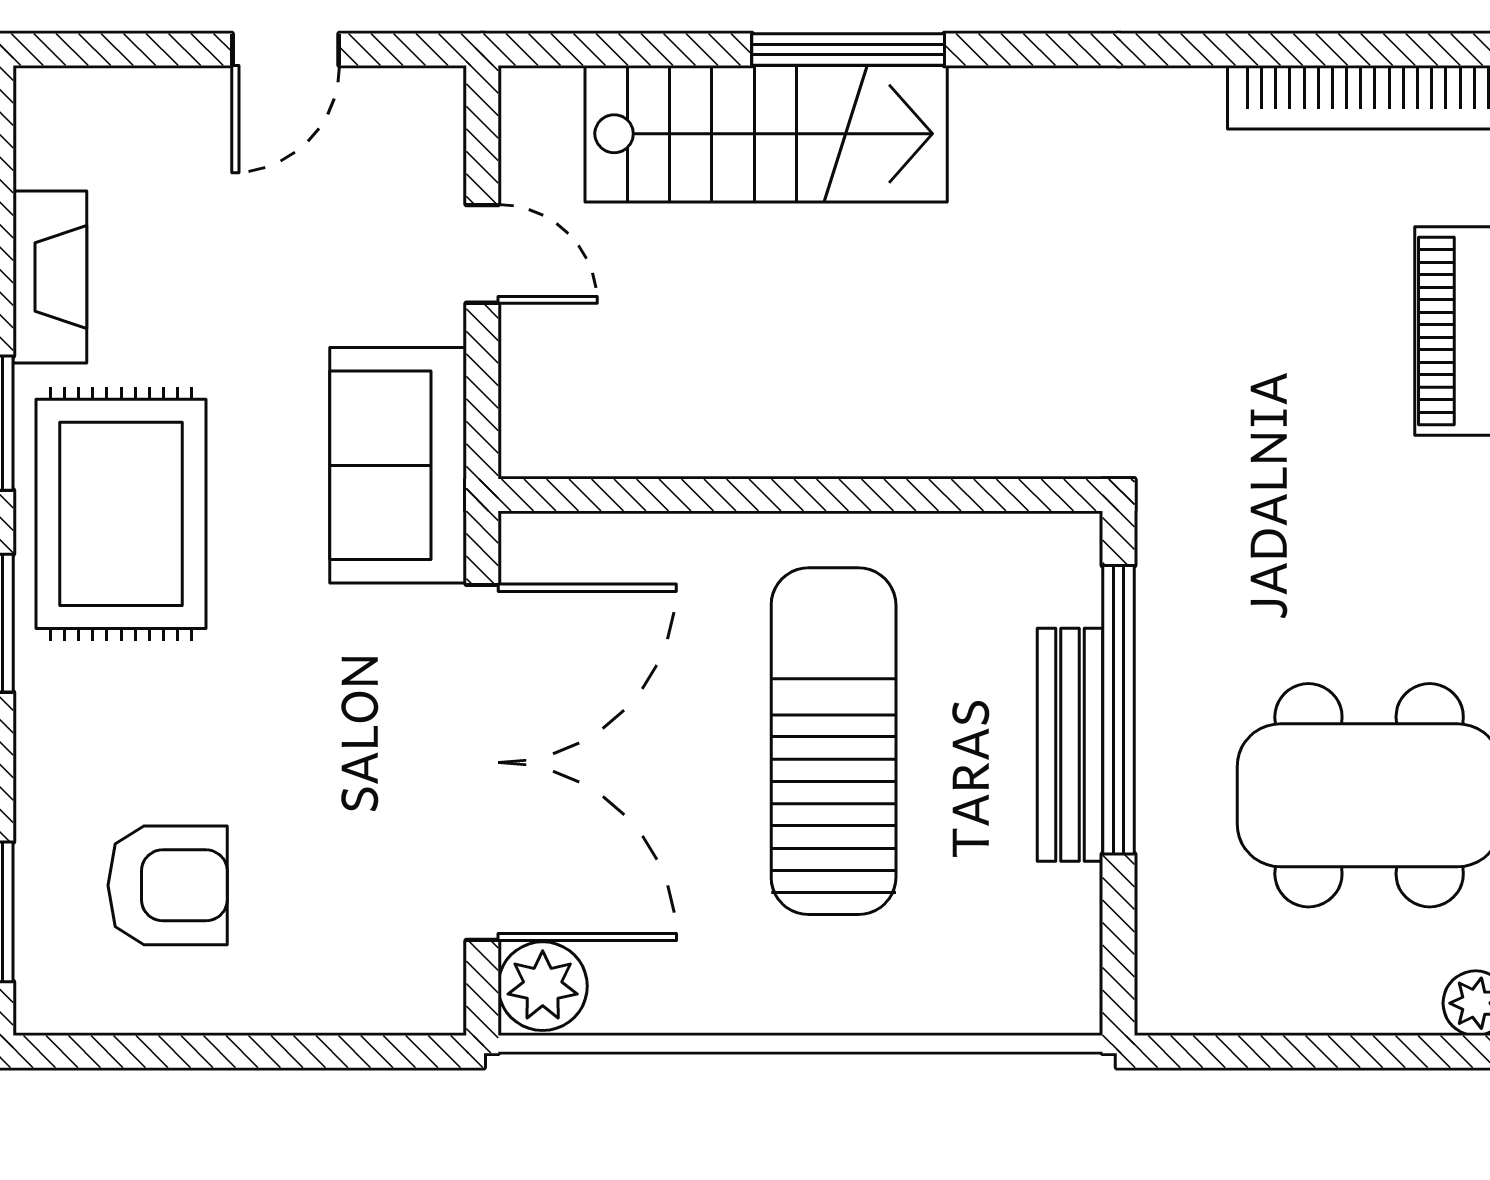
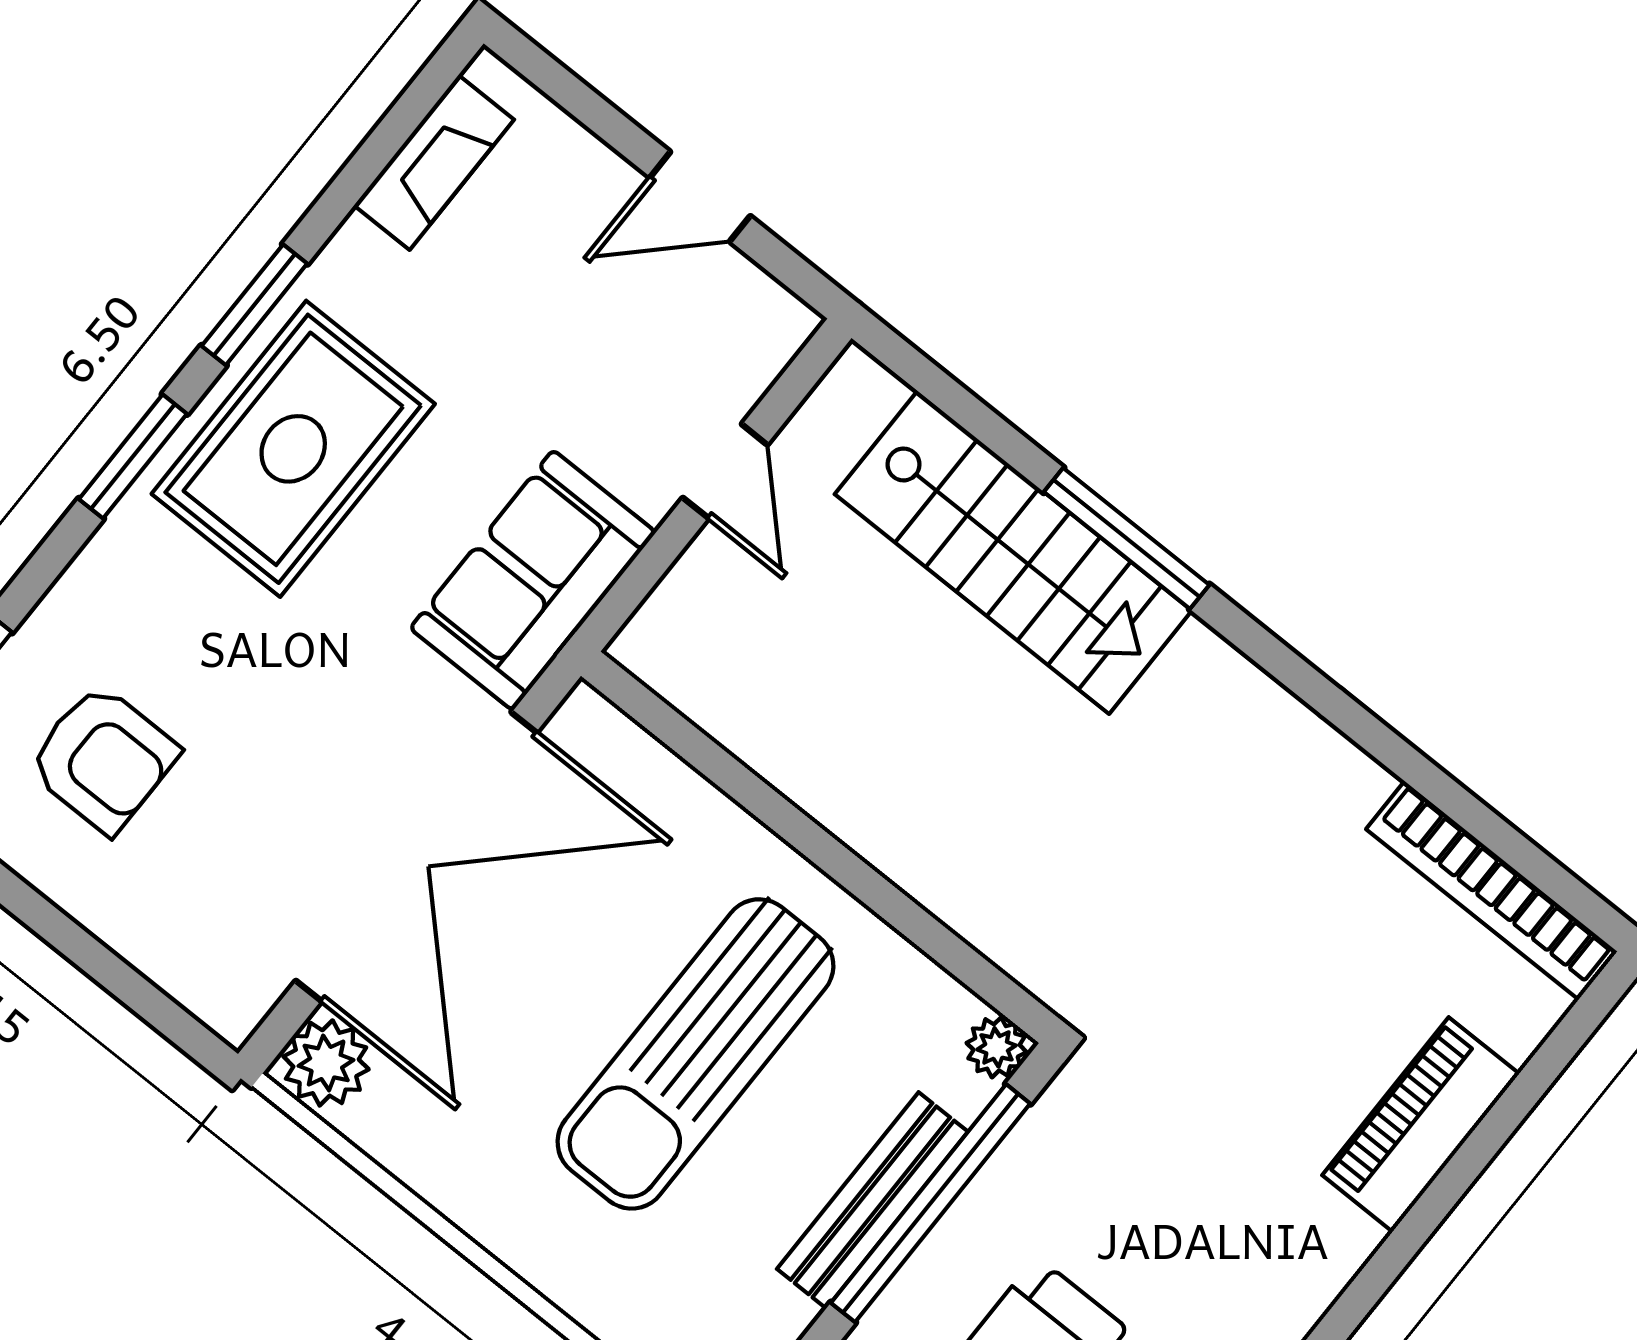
fireplace: (50, 277) -> (434, 162), moved
plant: (1071, 542) -> (997, 1047), added
sun lounger: (834, 741) -> (695, 1054), turned 180

